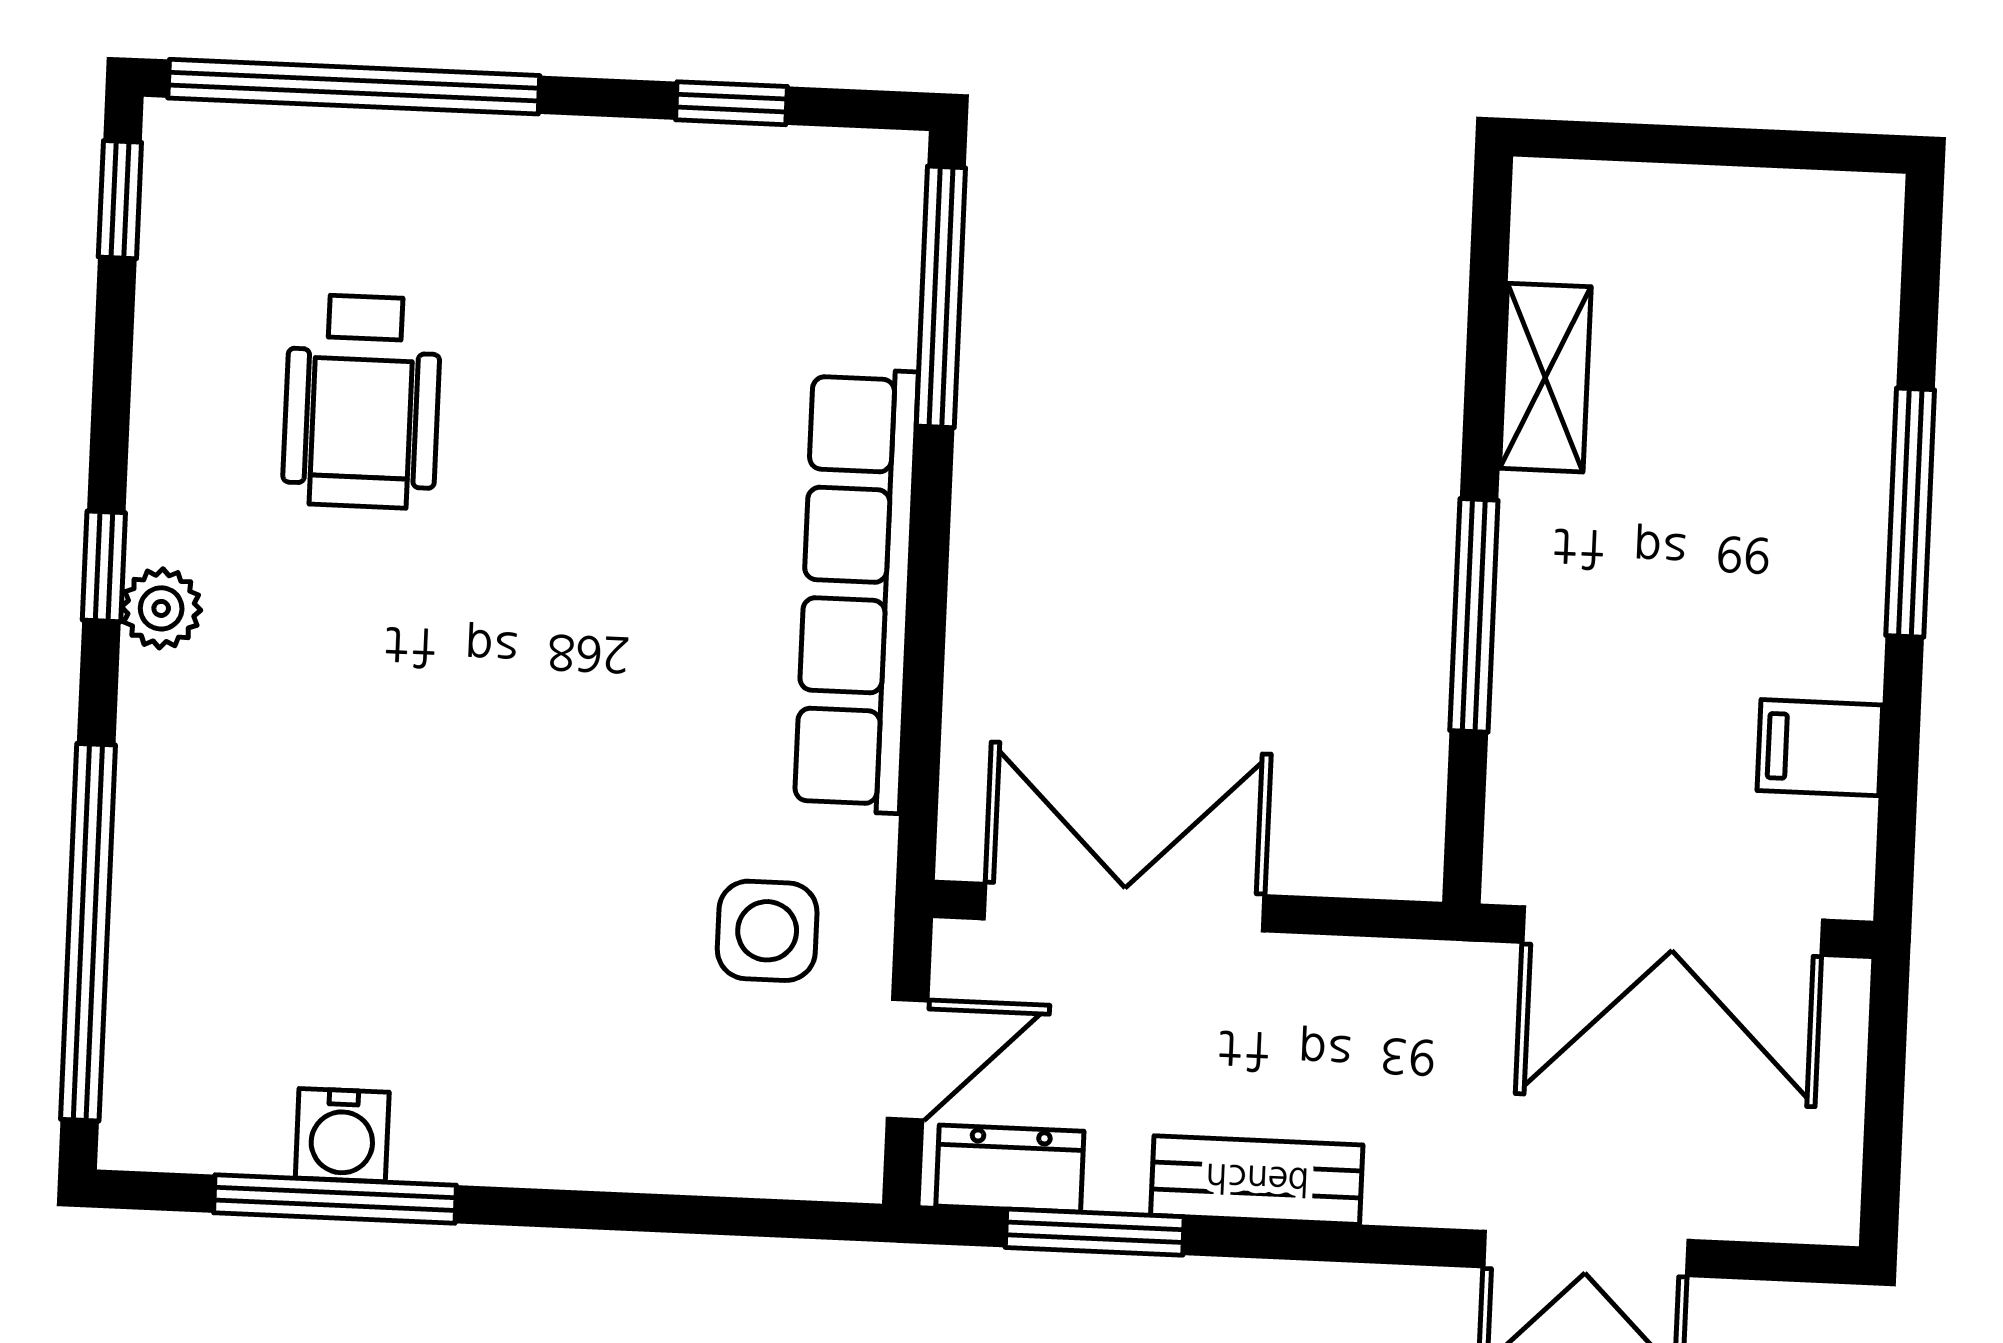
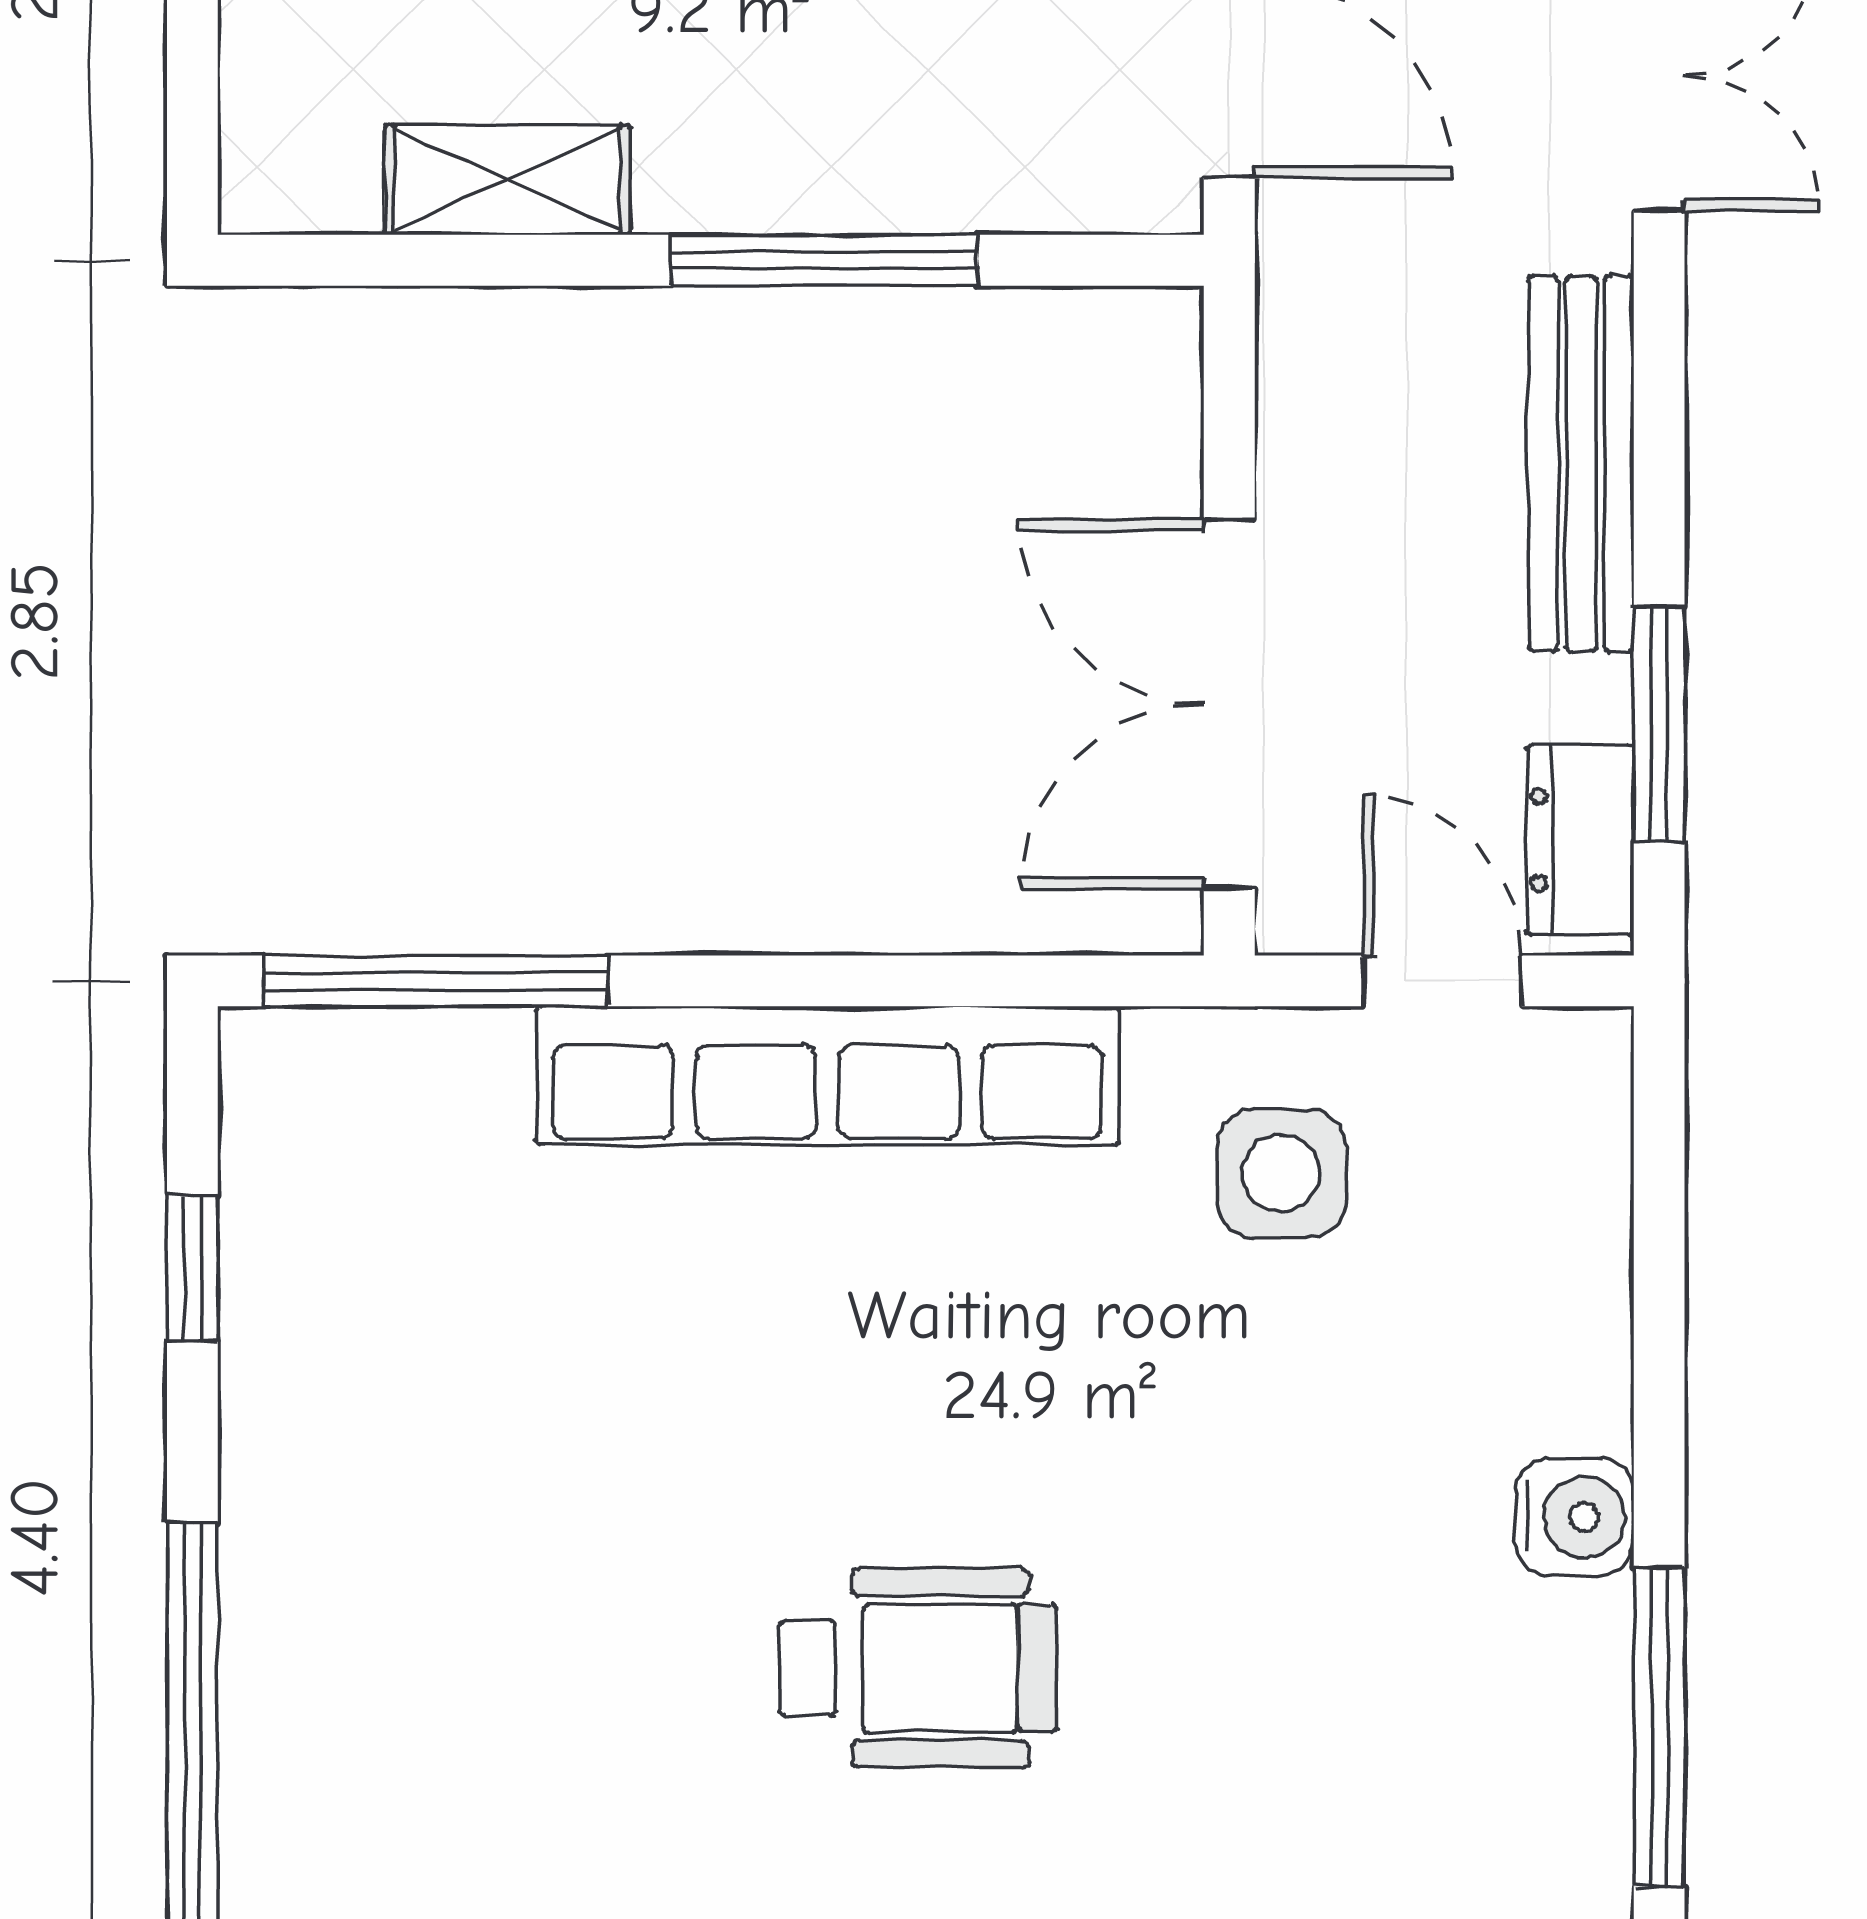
wheelchair: (362, 401) -> (918, 1668), moved
water cooler: (342, 1135) -> (1575, 1517), moved
bench: (1257, 1180) -> (1581, 464), width x1.36

